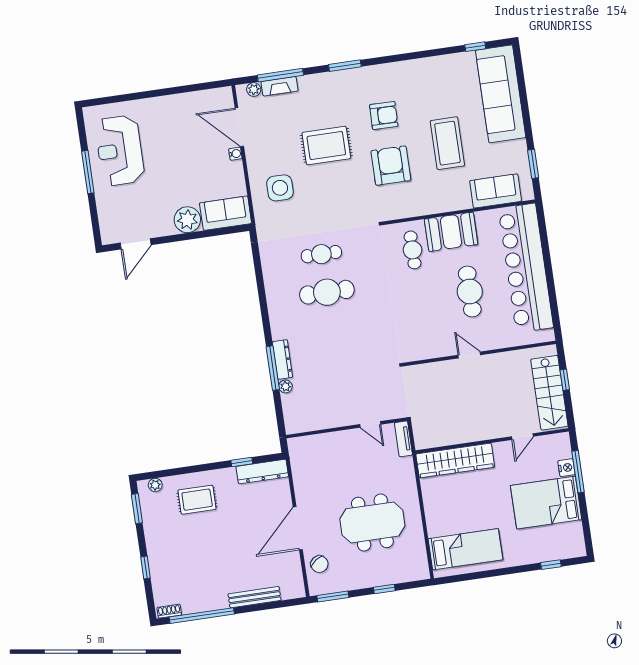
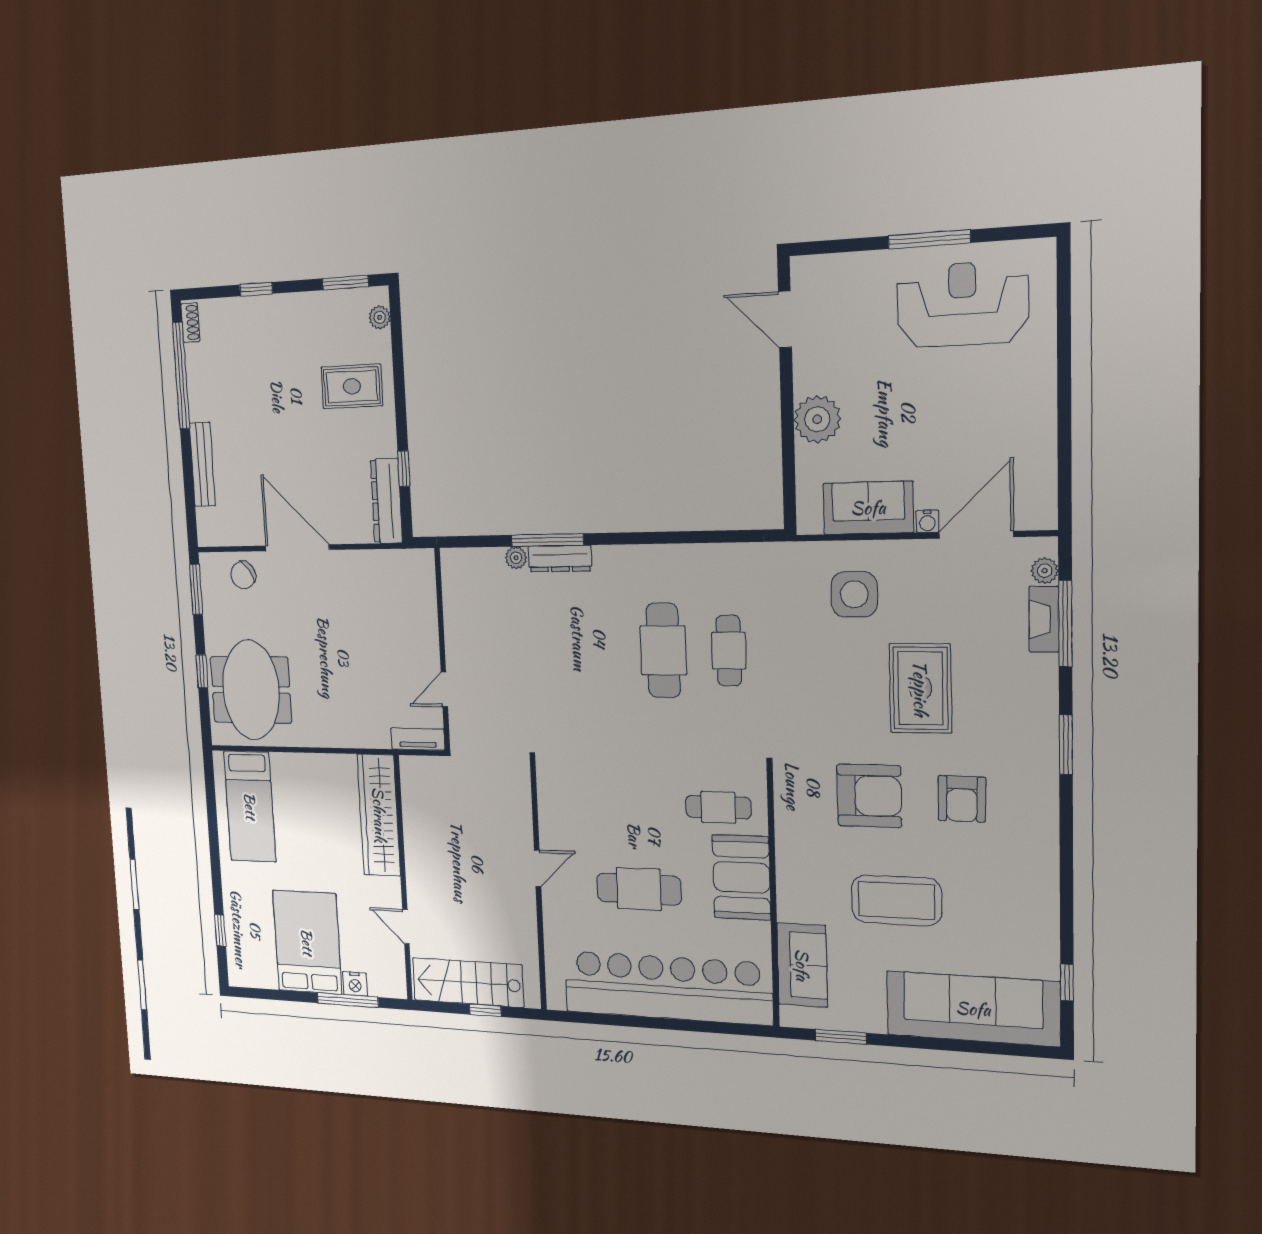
sofa: (226, 213) -> (868, 508), moved, turned -90
rug: (197, 500) -> (352, 386), turned 90
meeting table: (372, 522) -> (251, 690), moved

